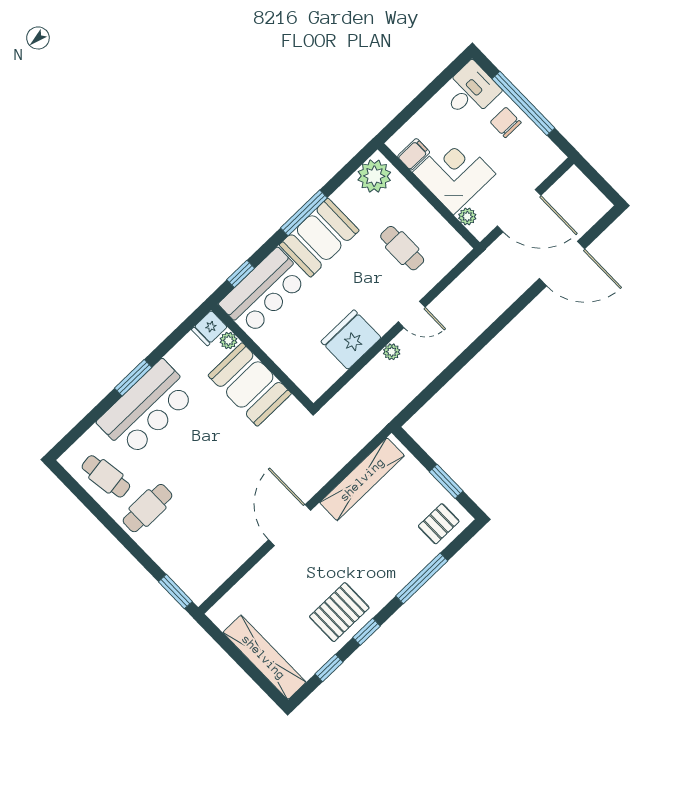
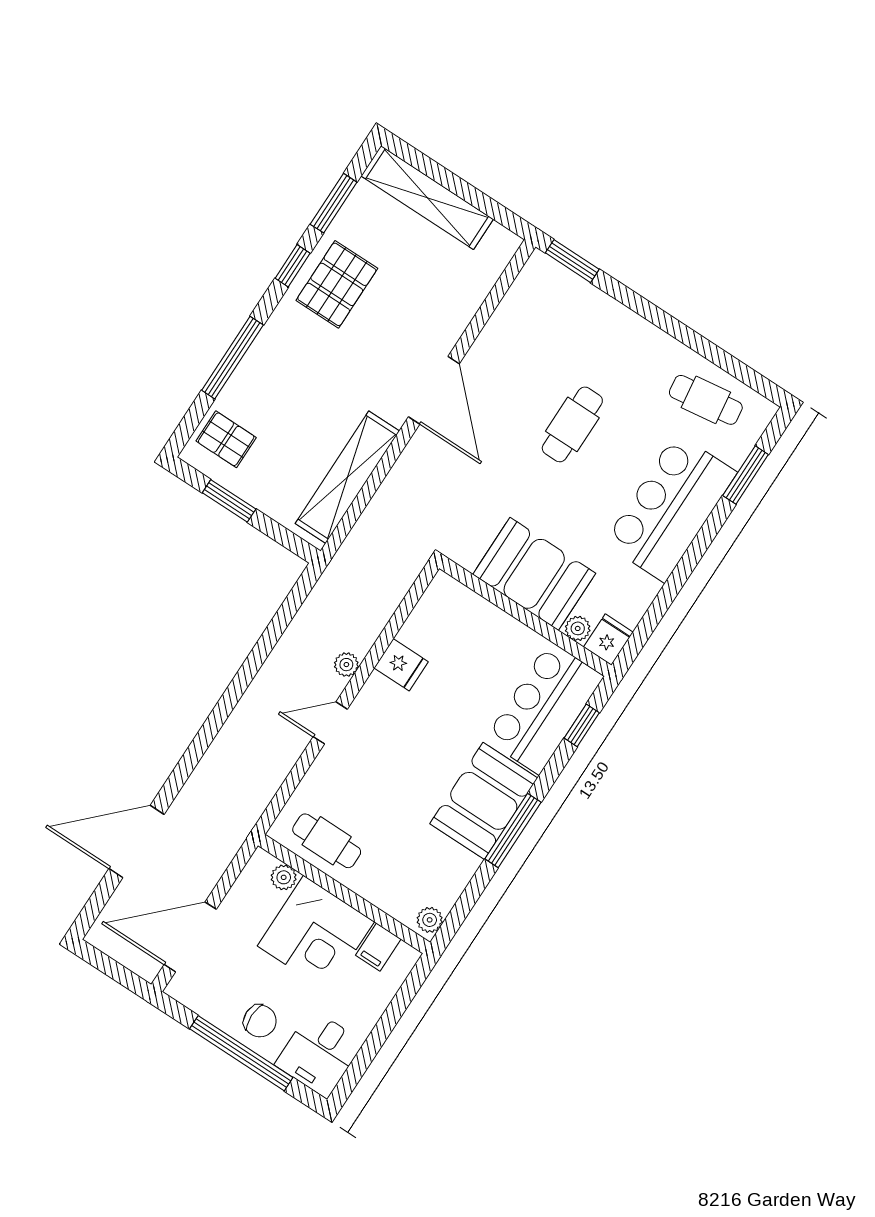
plant: (374, 176) -> (430, 920), width x0.53, depth x0.53
door: (519, 211) -> (190, 937), moved
cafe table: (402, 248) -> (327, 841), moved
fridge: (351, 340) -> (401, 665), width x0.53, depth x0.75
window: (133, 378) -> (746, 475), moved
cafe table: (148, 508) -> (572, 424), moved
pallet: (439, 524) -> (226, 439), turned 90
window: (329, 668) -> (334, 203), width x1.50

